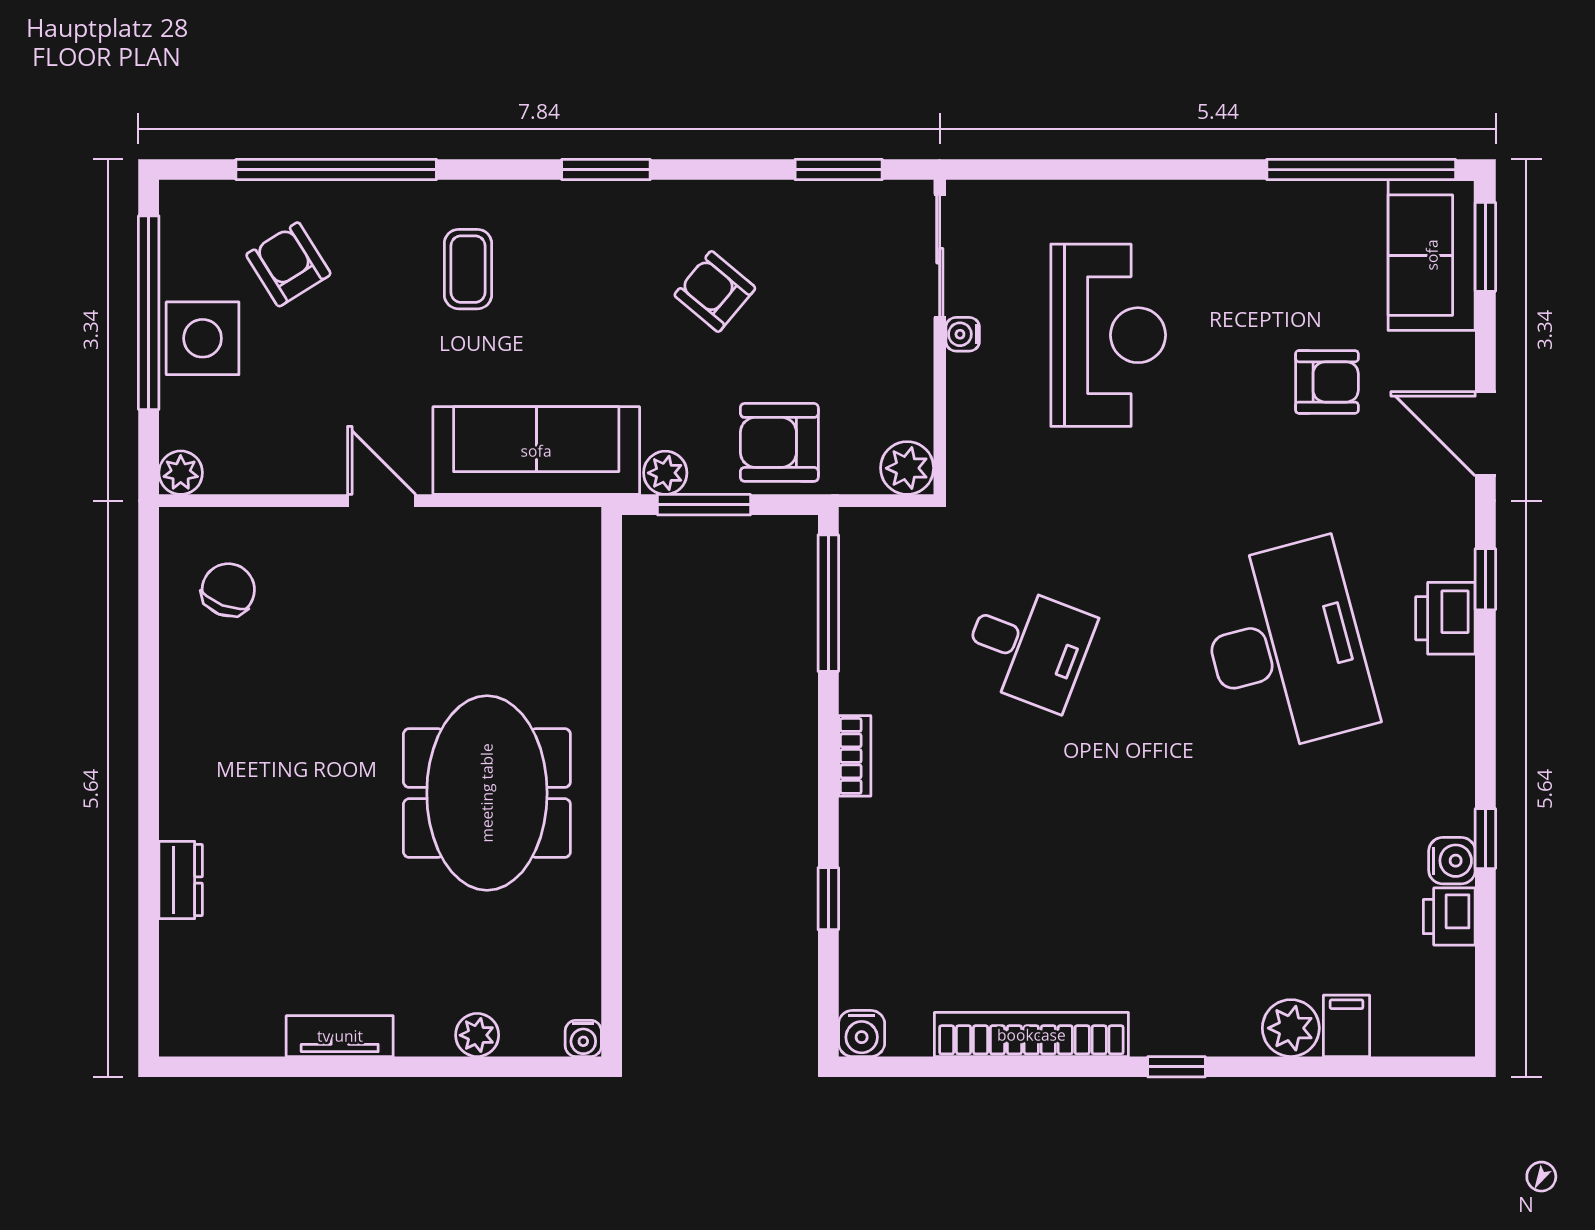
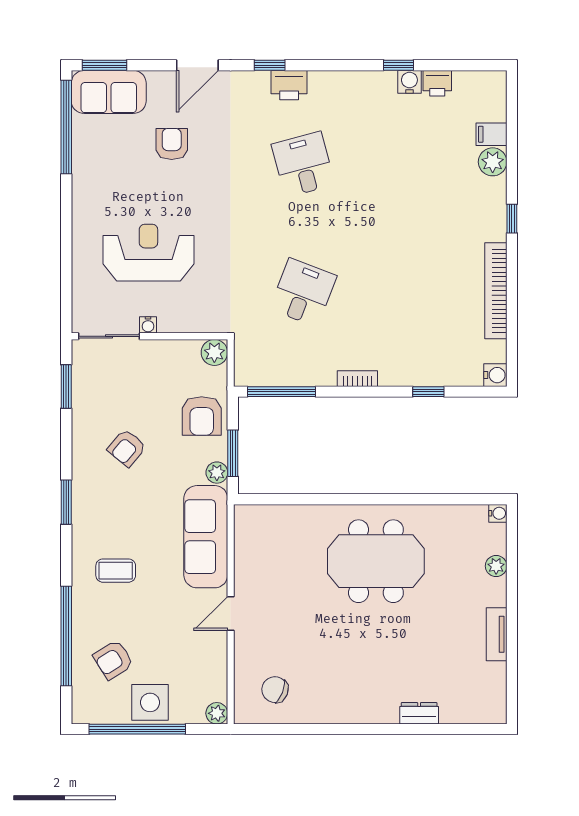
desk: (1286, 647) -> (303, 164), width x0.53, depth x0.77

